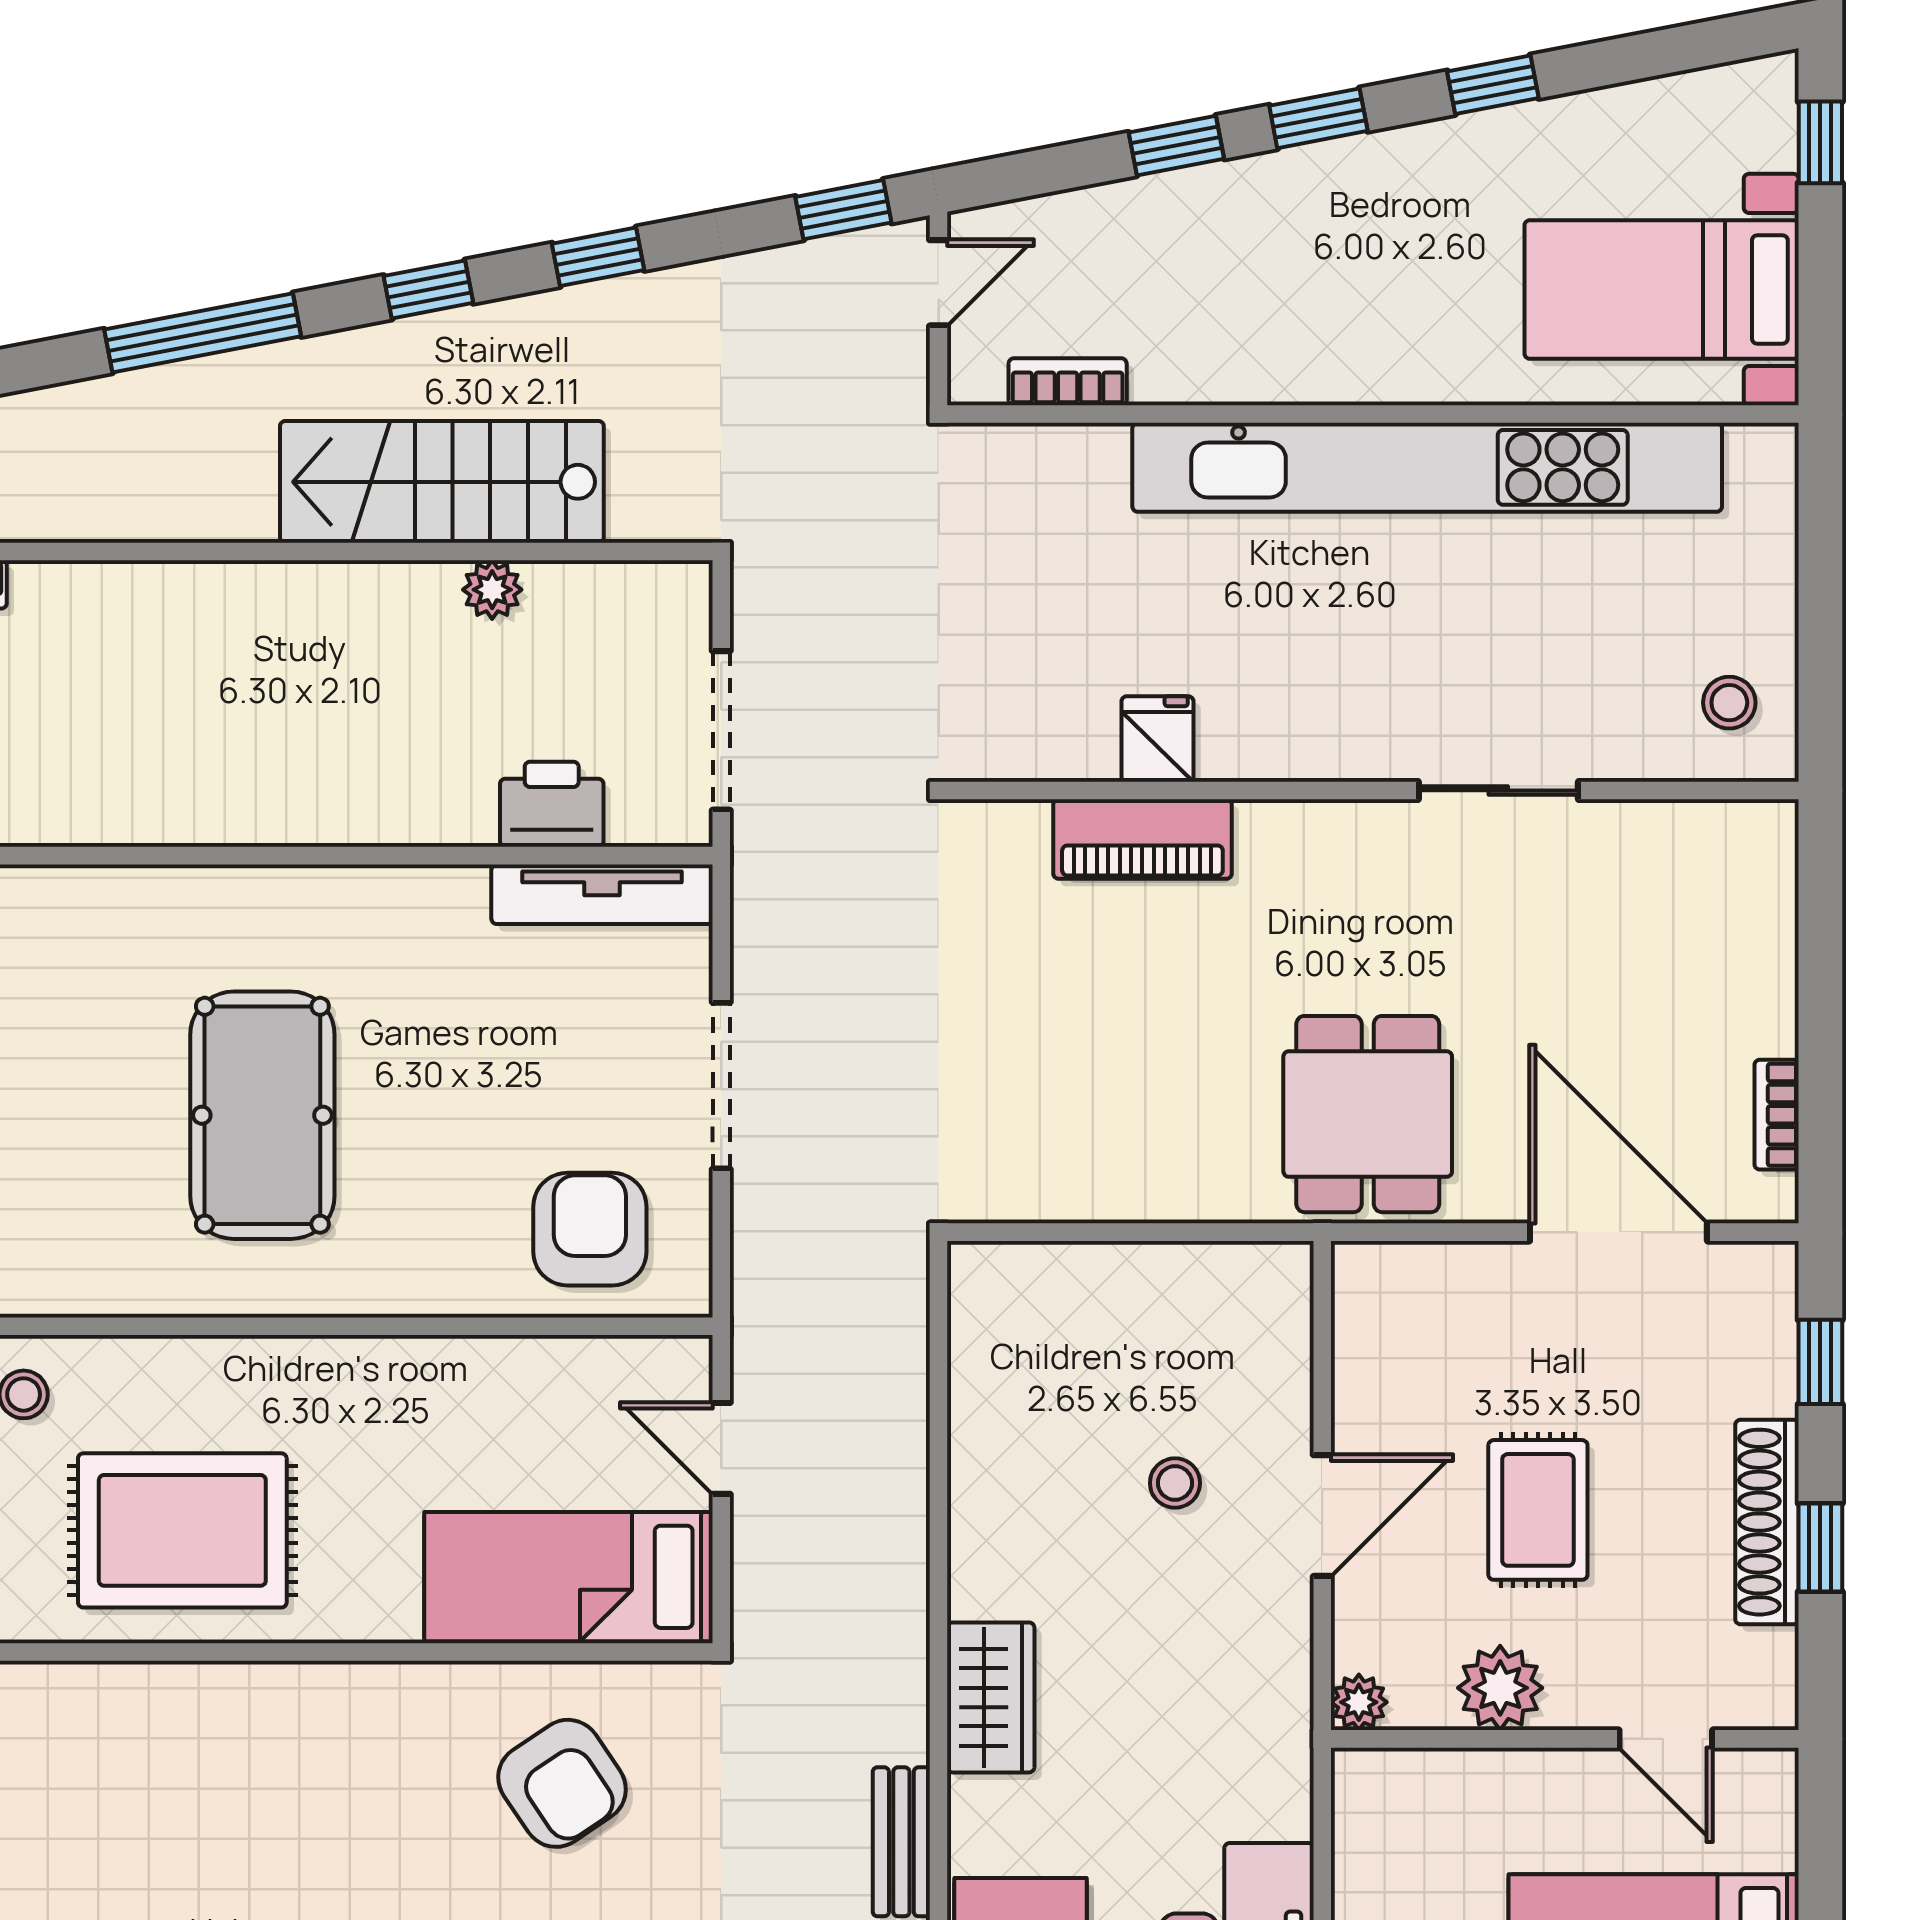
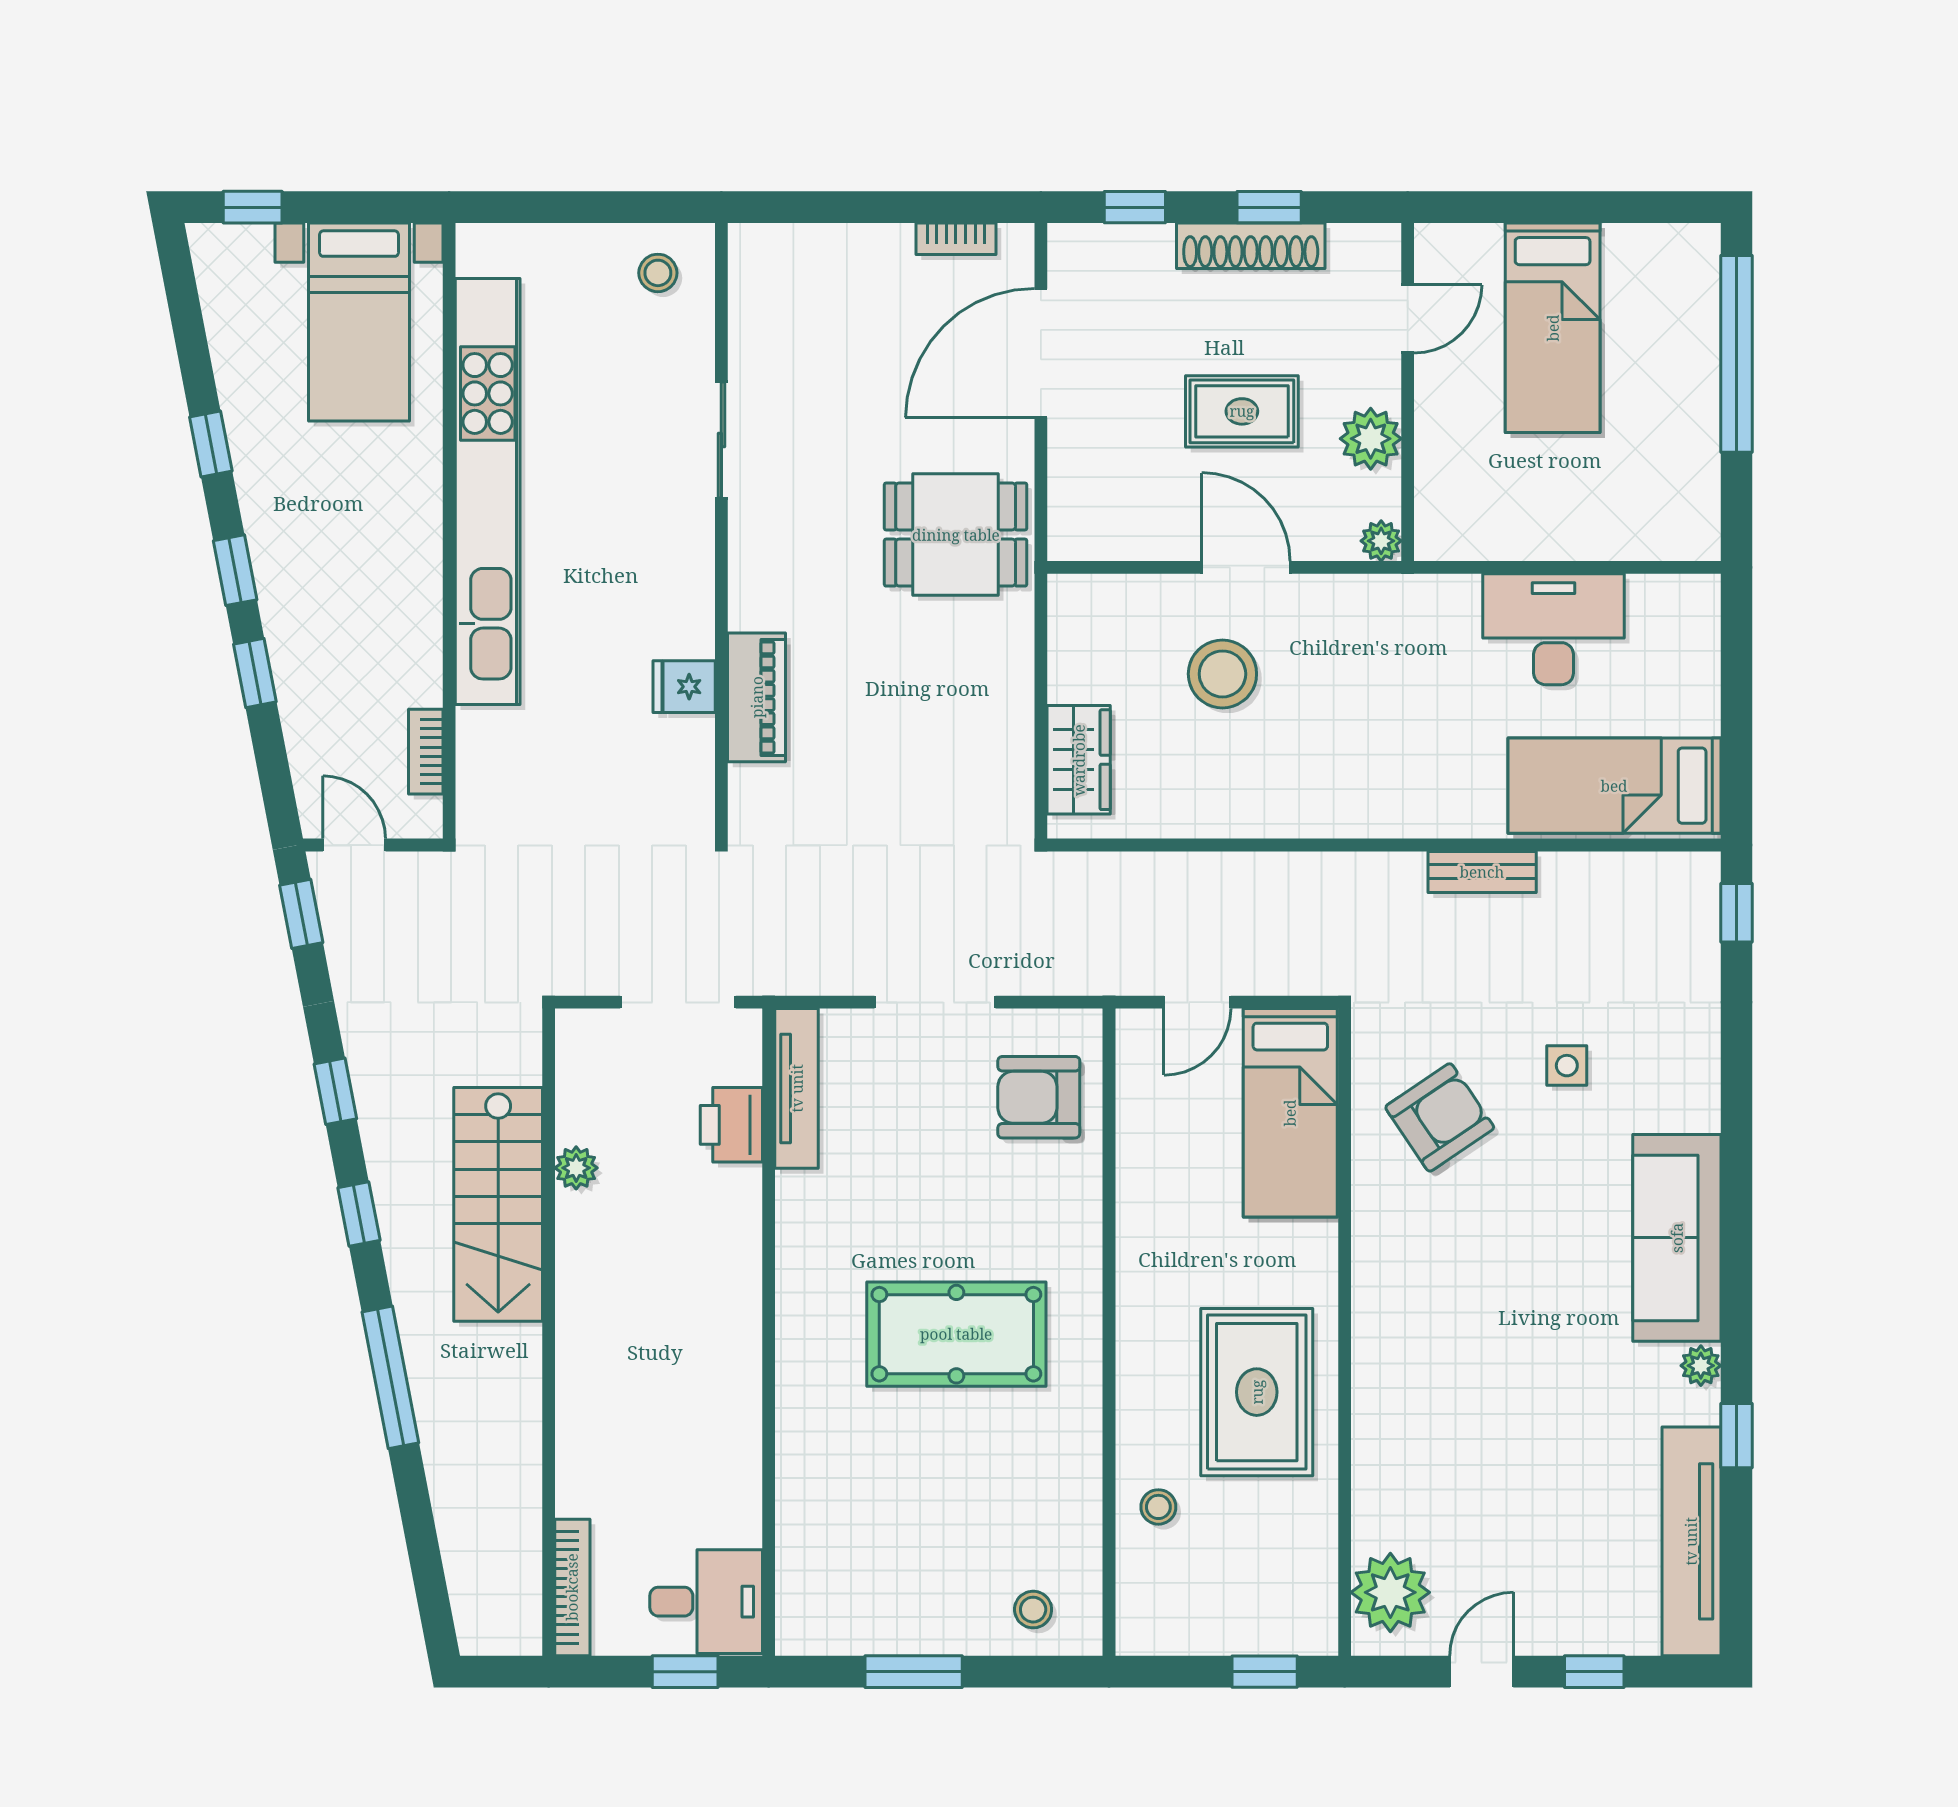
stool: (1175, 1483) -> (1222, 674), width x1.89, depth x1.89
wardrobe: (991, 1697) -> (1079, 760), moved, turned 90

